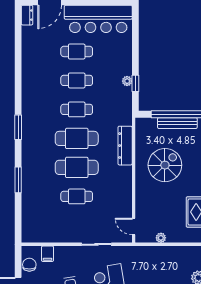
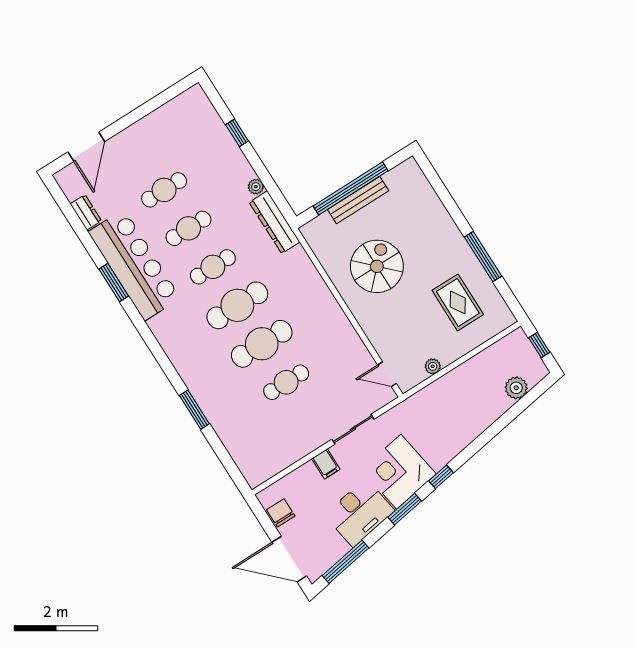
dresser: (27, 15) -> (86, 212), moved
bar counter: (98, 19) -> (134, 265), moved, turned -90
window: (135, 83) -> (237, 133), moved
window: (18, 127) -> (114, 283), moved
dresser: (125, 146) -> (275, 222), moved
filing cabinet: (48, 254) -> (326, 464), moved

